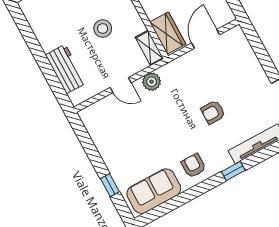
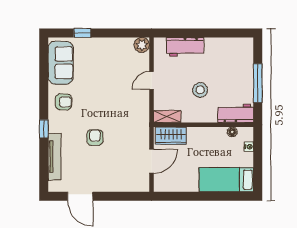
door: (206, 39) -> (152, 161), hinge flipped
plant: (152, 82) -> (142, 45), moved

